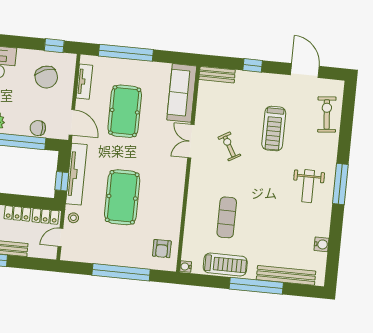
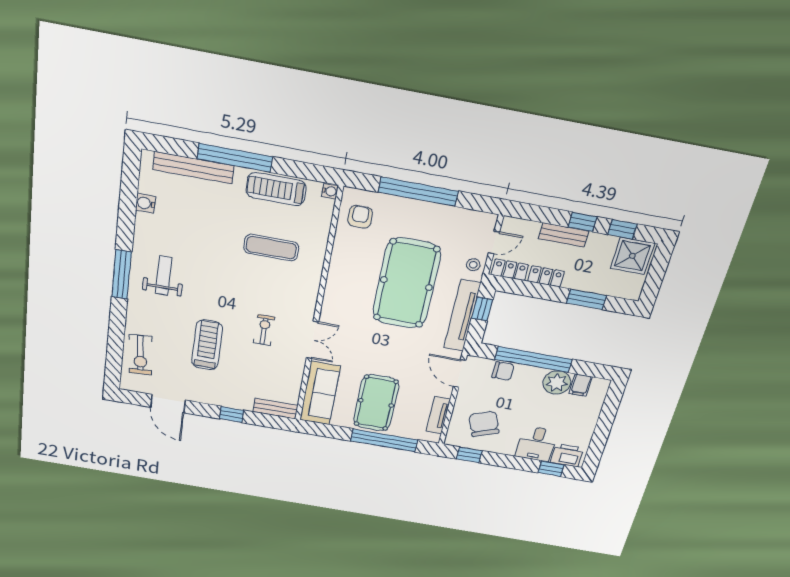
pool table: (125, 111) -> (376, 403), moved
exercise bike: (229, 146) -> (264, 330), turned -150
pool table: (122, 197) -> (406, 284), width x1.36, depth x1.32
exercise mat: (227, 217) -> (271, 248), turned 90

